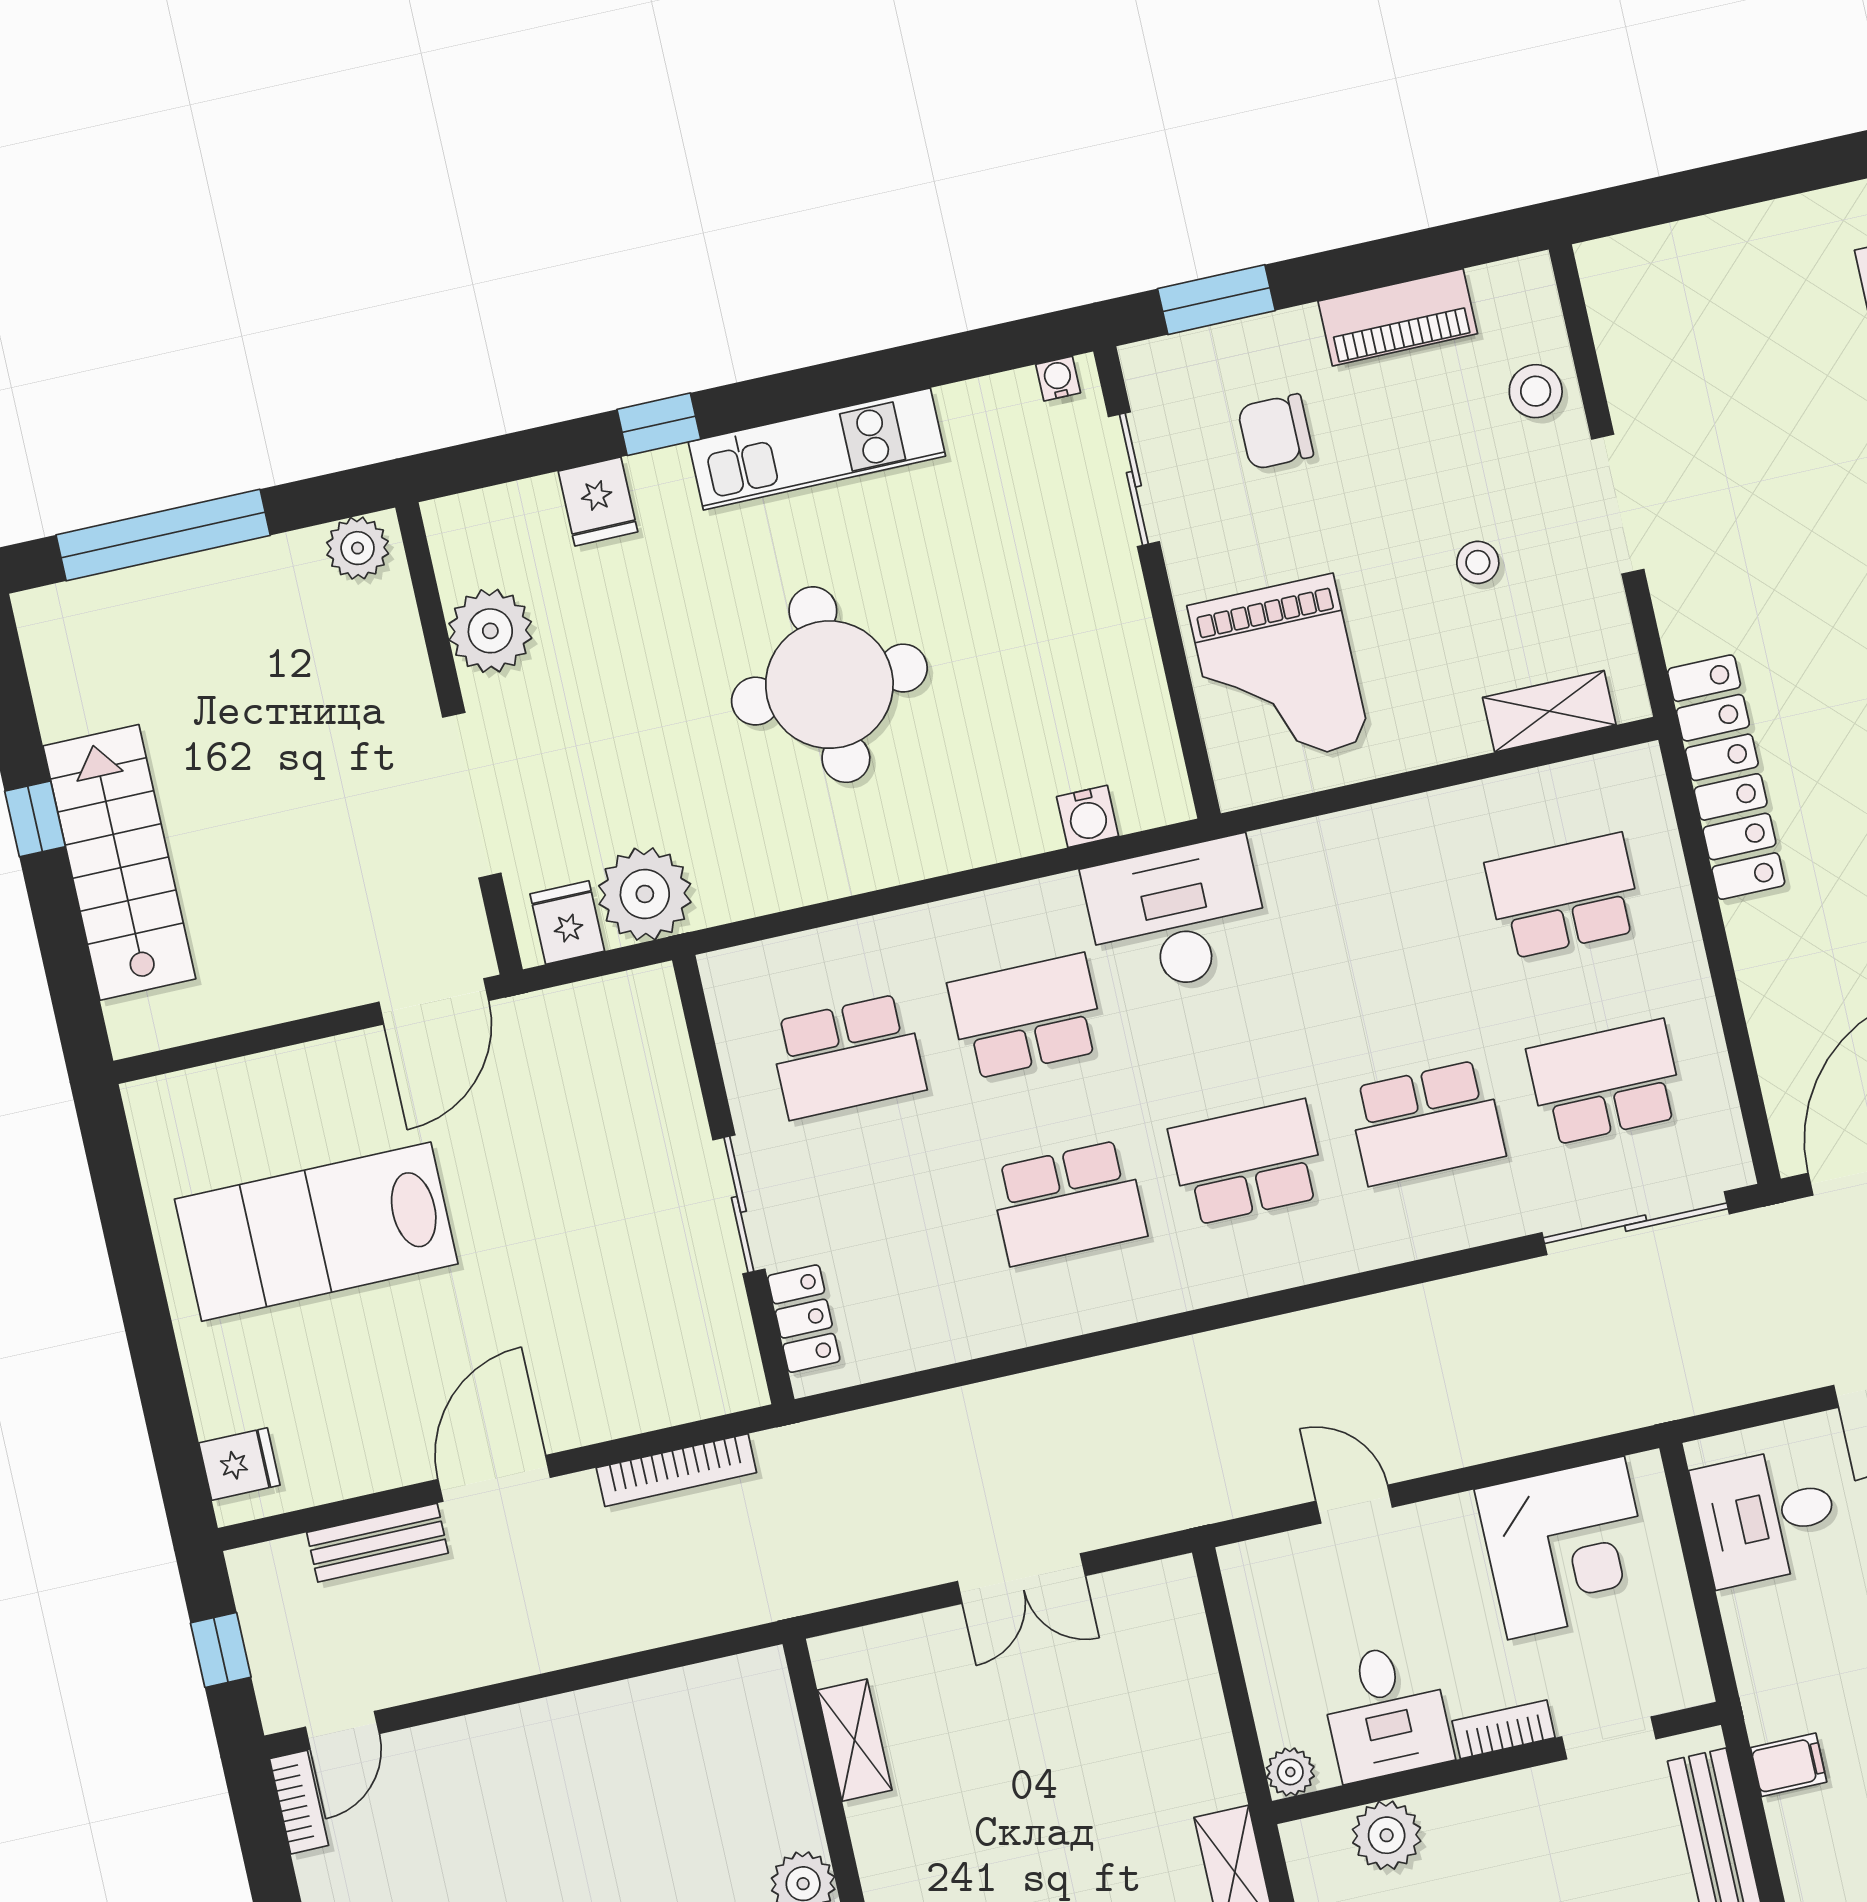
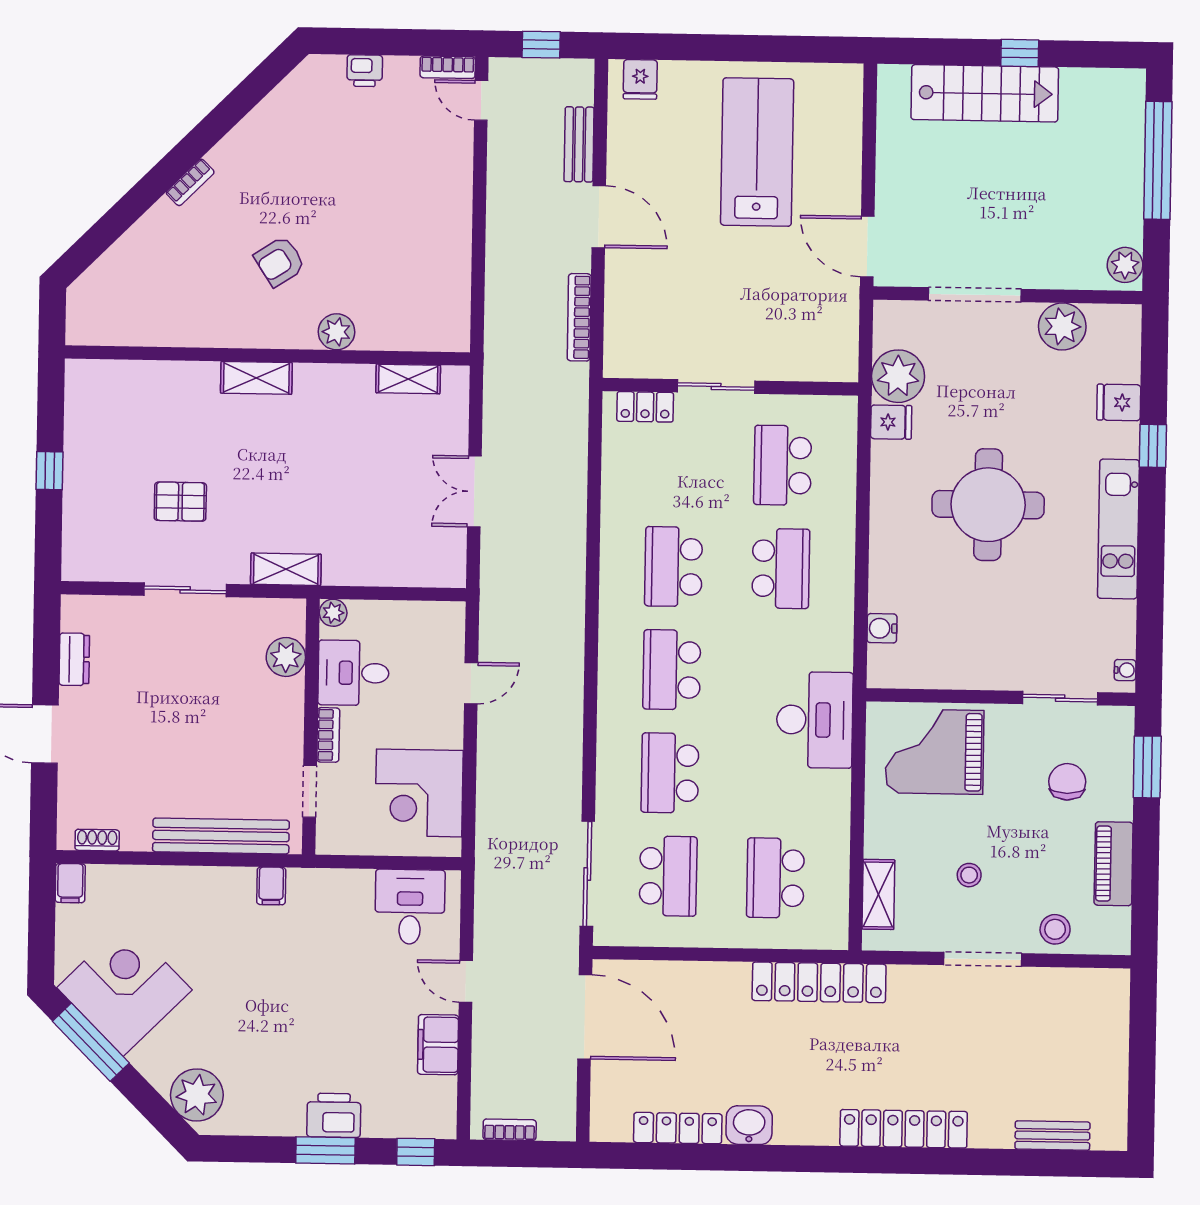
school desk: (1564, 896) -> (775, 878), turned 180
desk: (1177, 916) -> (815, 720), moved
fridge: (567, 922) -> (891, 422), moved
school desk: (1247, 1163) -> (672, 670), turned 180

